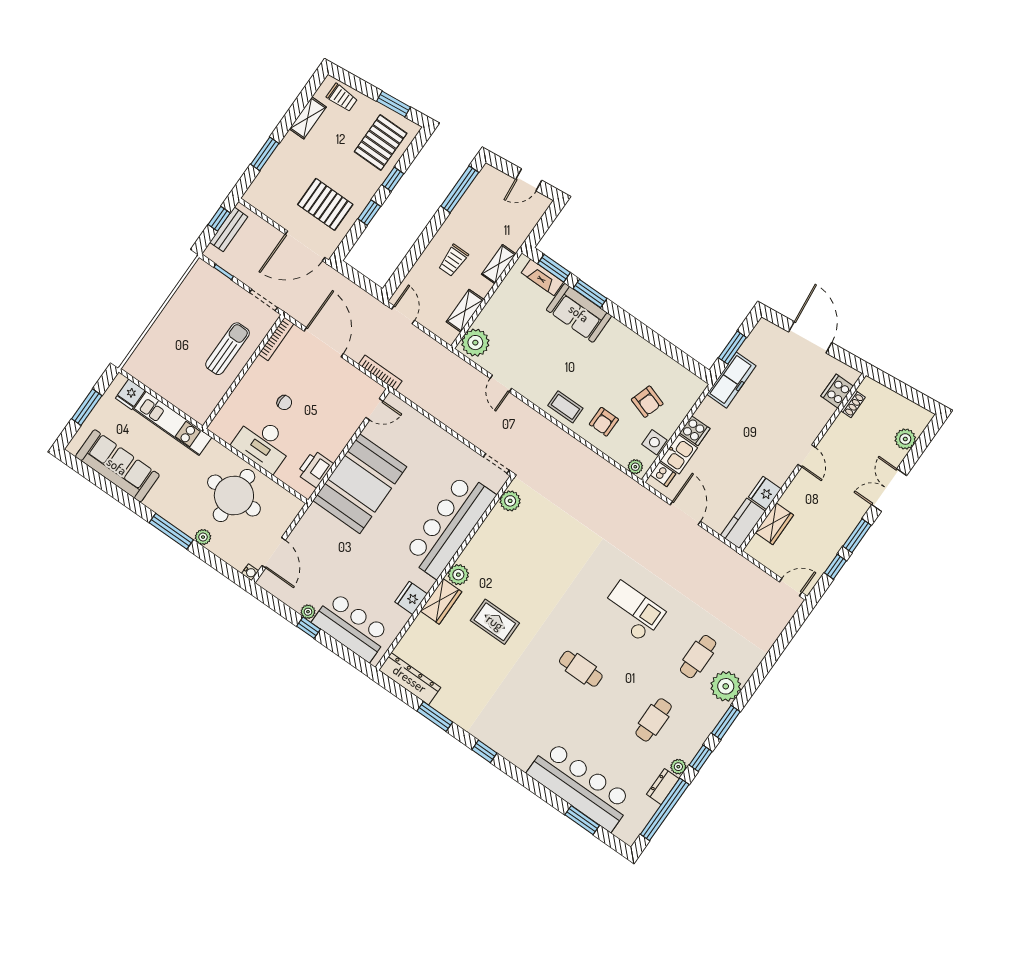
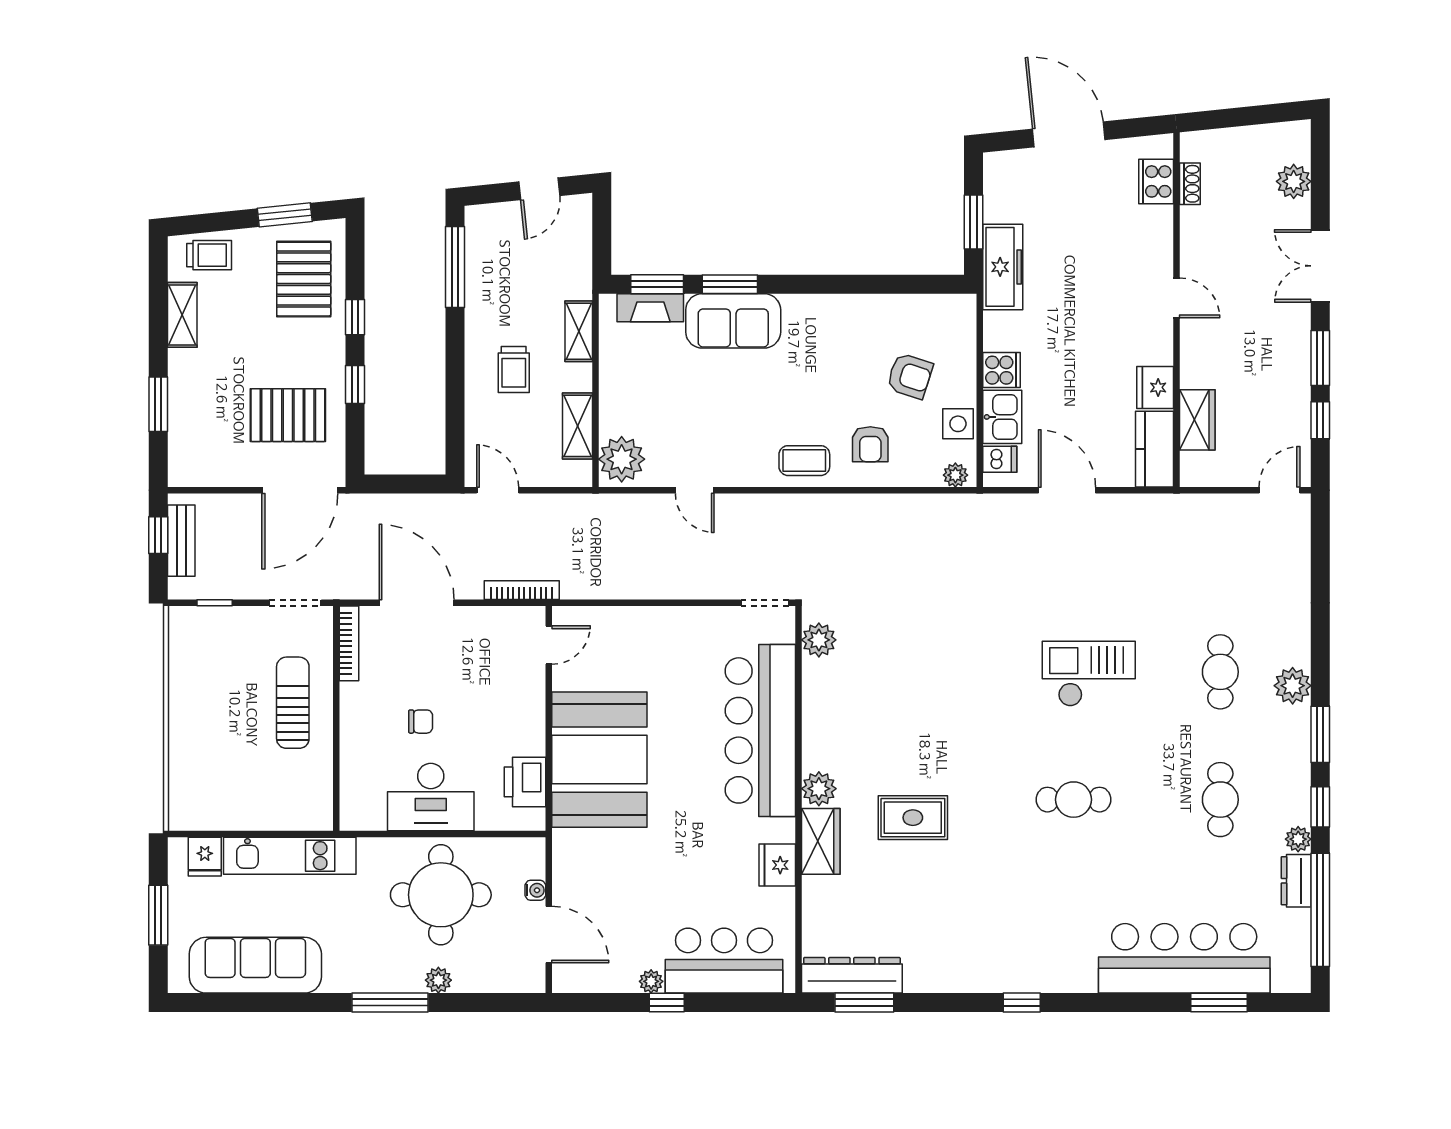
water cooler: (250, 572) -> (535, 890), moved
plant: (726, 686) -> (1293, 686), width x0.73, depth x0.73
window: (435, 716) -> (864, 1003), moved

